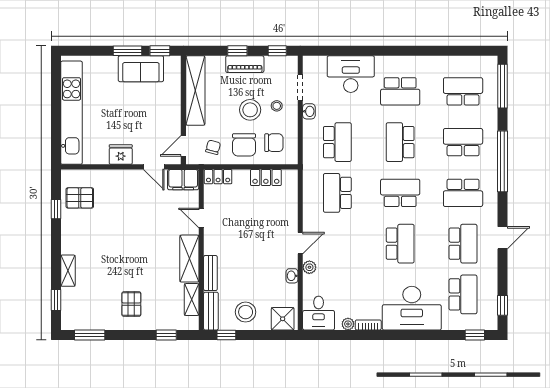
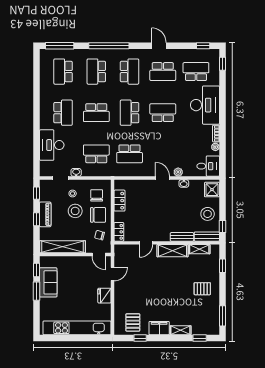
filing cabinet: (183, 180) -> (159, 328), moved, turned -90
school desk: (463, 244) -> (163, 72), turned 180

